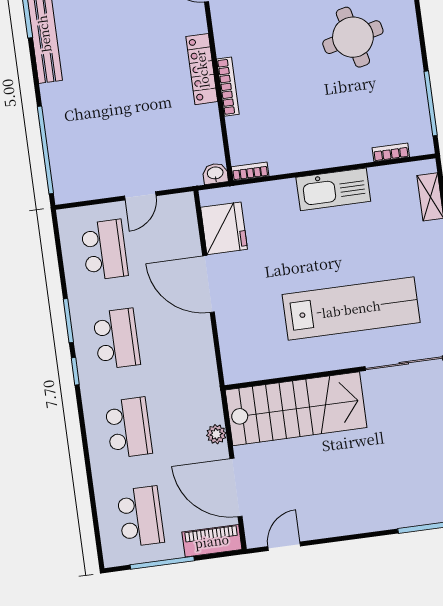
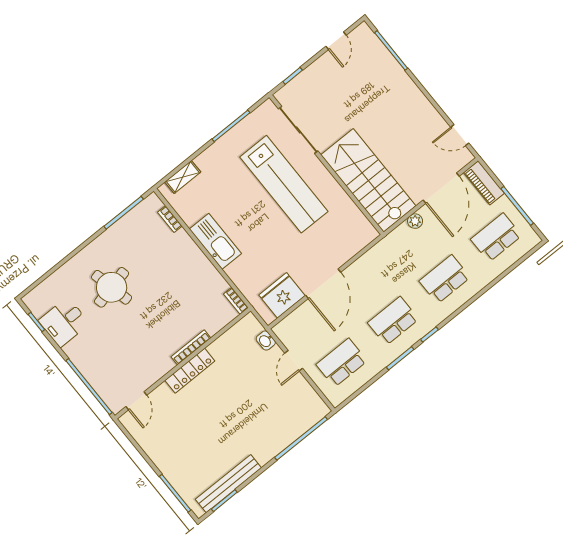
washbasin: (215, 174) -> (266, 341), moved
door: (140, 196) -> (294, 361), swing flipped
lab bench: (351, 309) -> (284, 184), turned 180

